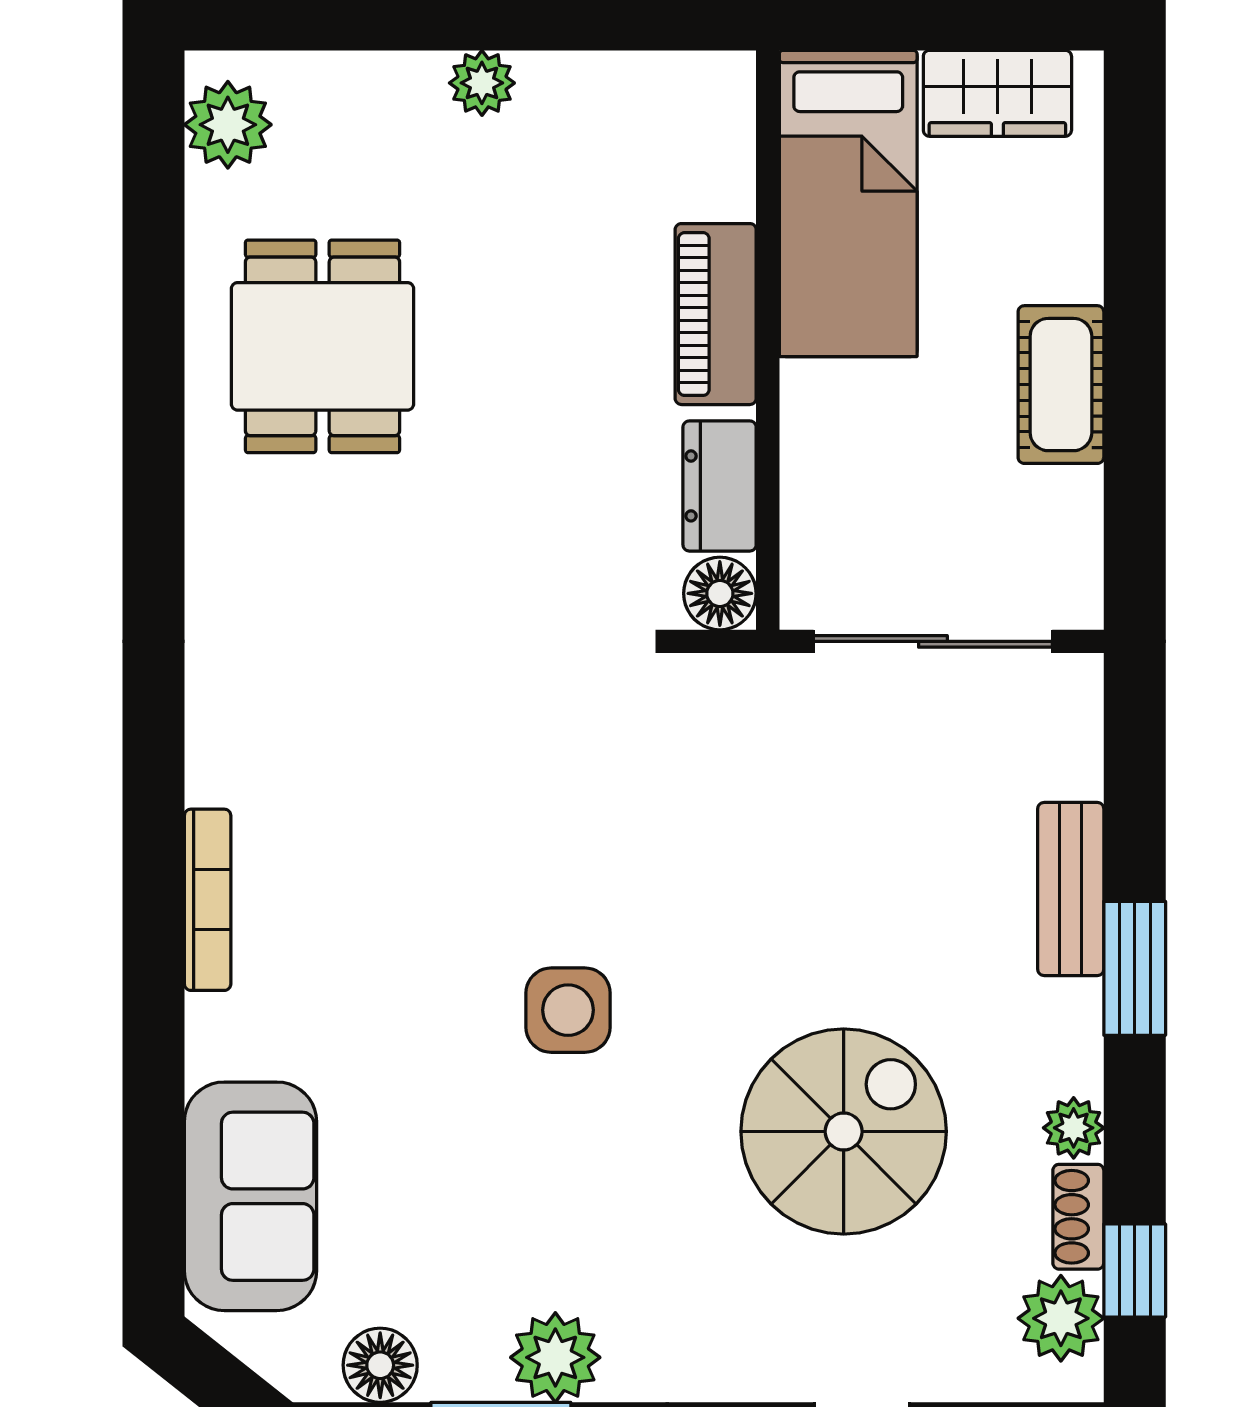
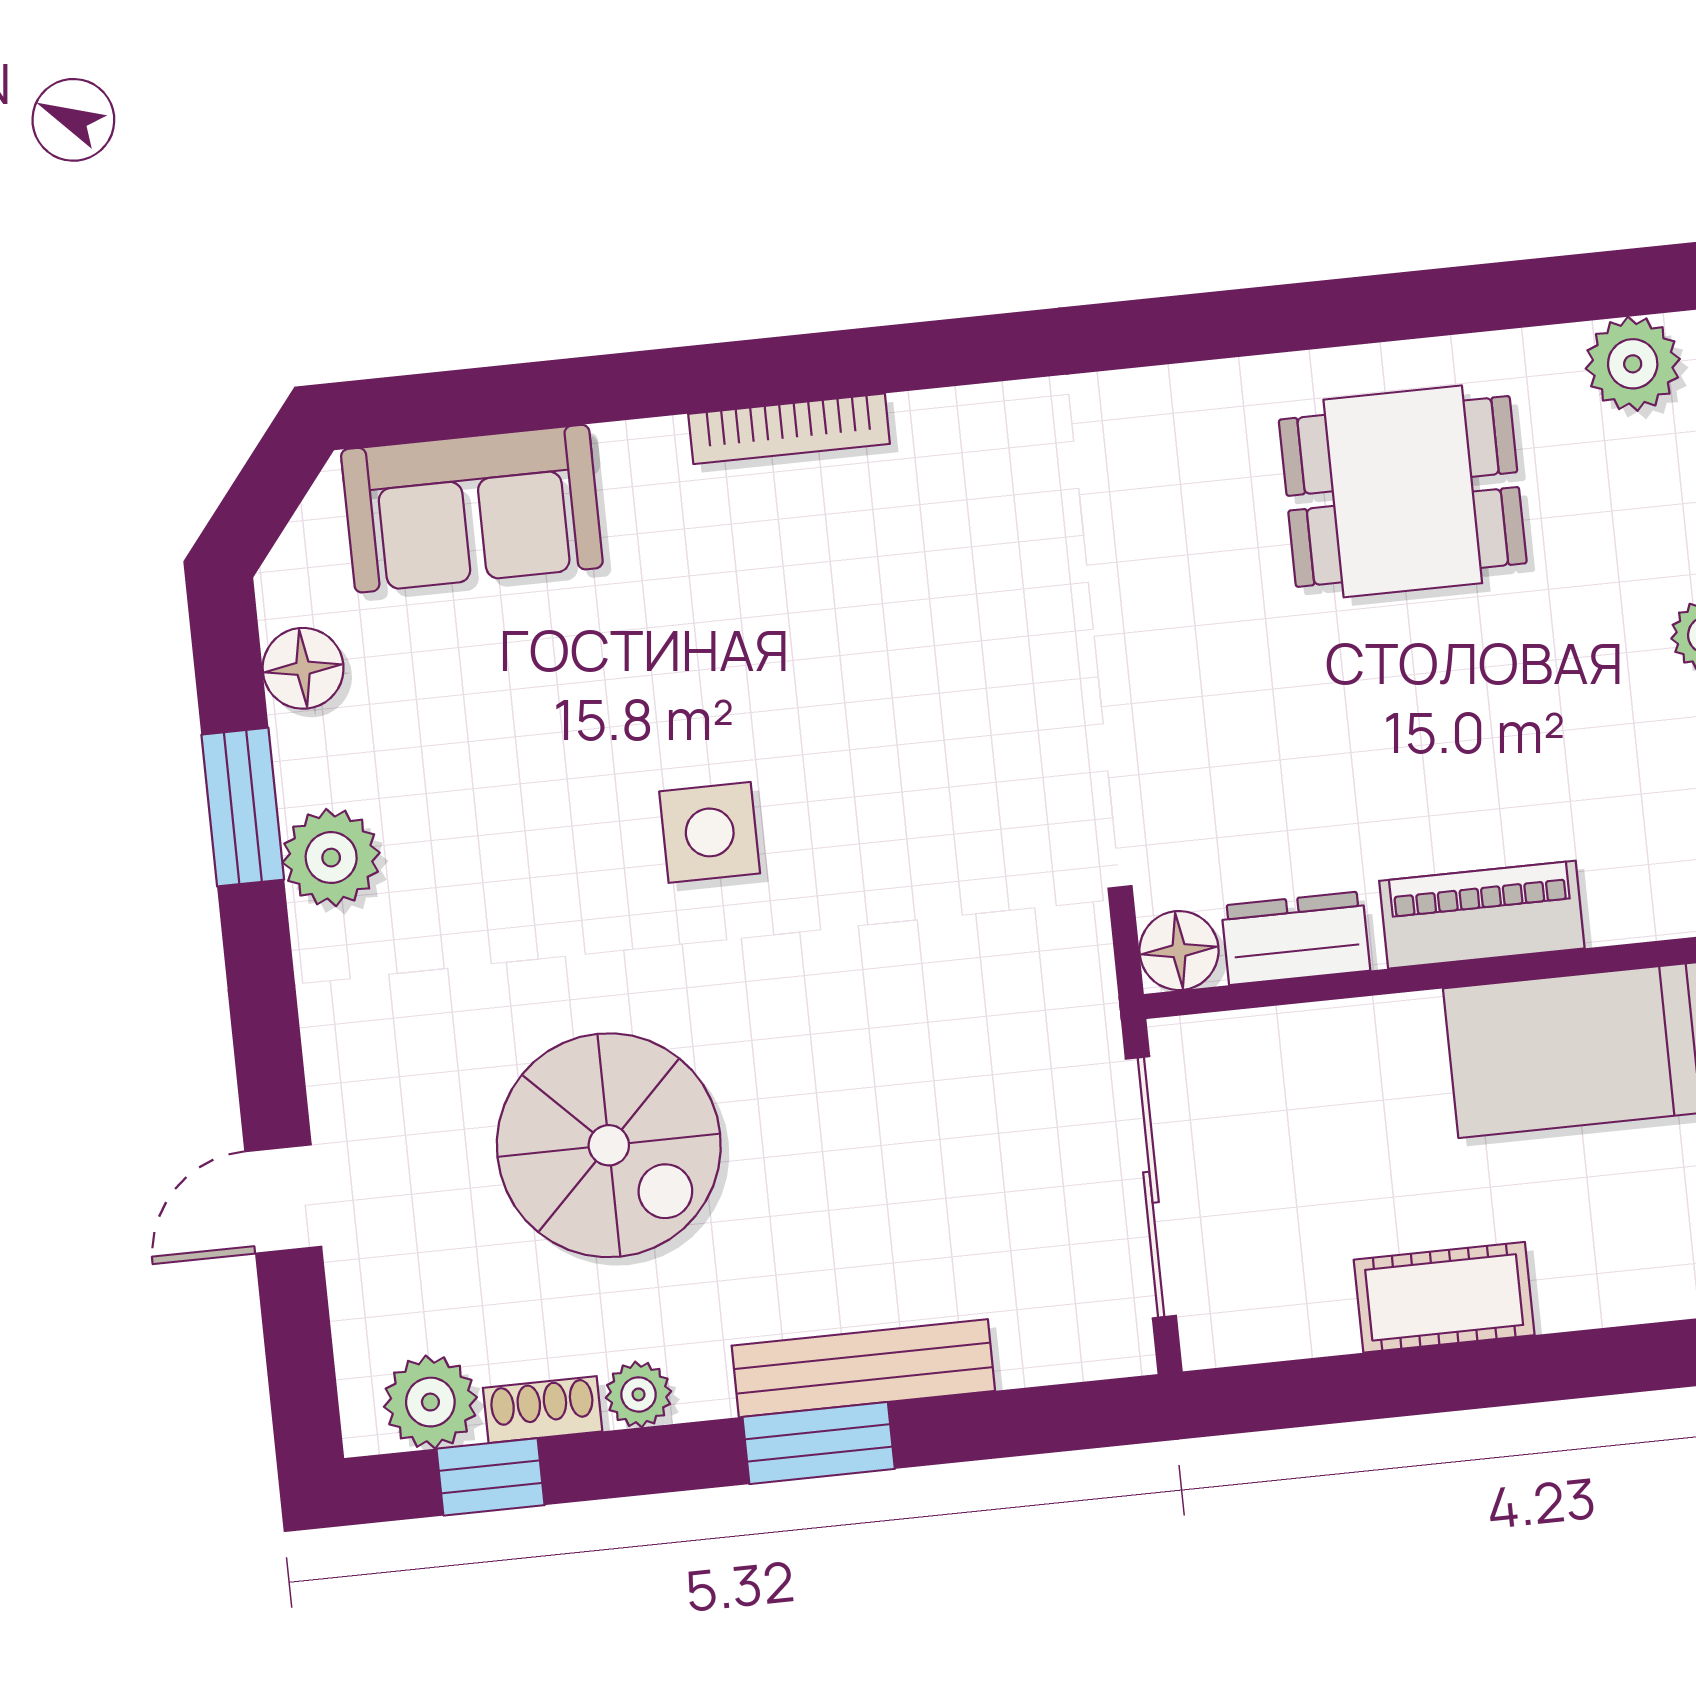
bench: (1071, 889) -> (863, 1368), width x1.36

